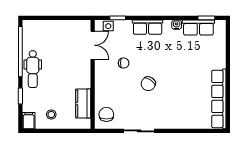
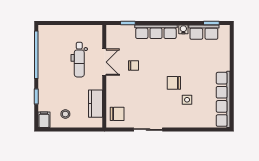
side table: (108, 26) -> (187, 100), moved
row of seats: (148, 27) -> (156, 32), width x1.48
double door: (93, 45) -> (104, 62), moved
dental chair: (33, 69) -> (79, 60), moved
chair: (148, 84) -> (174, 83), moved, turned 54
chair: (106, 114) -> (117, 114), turned 90

